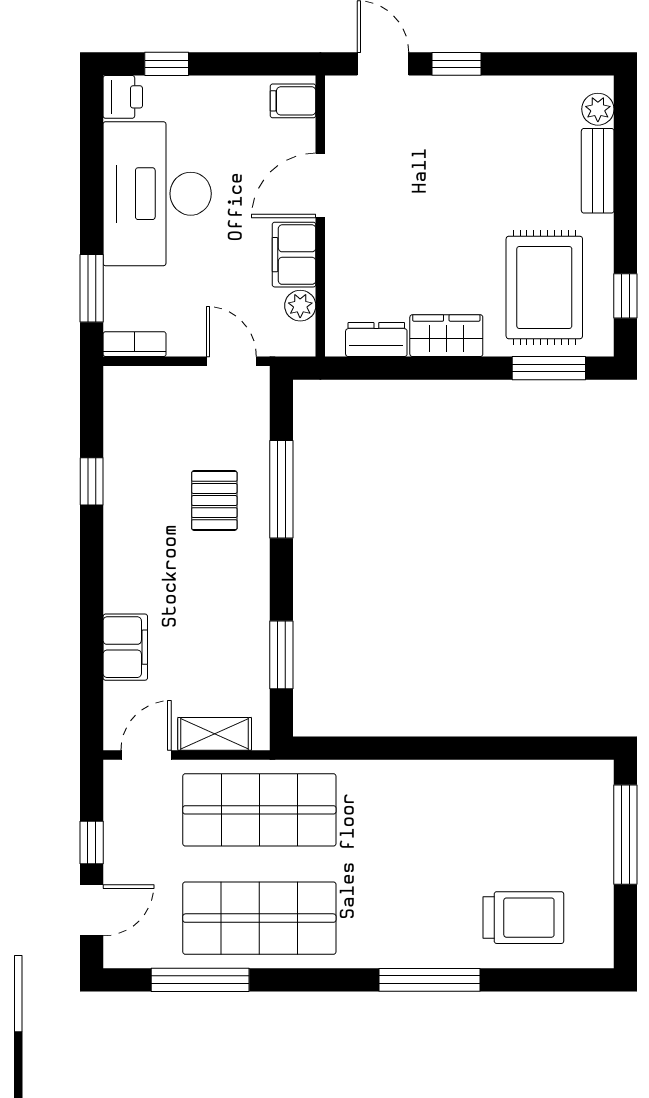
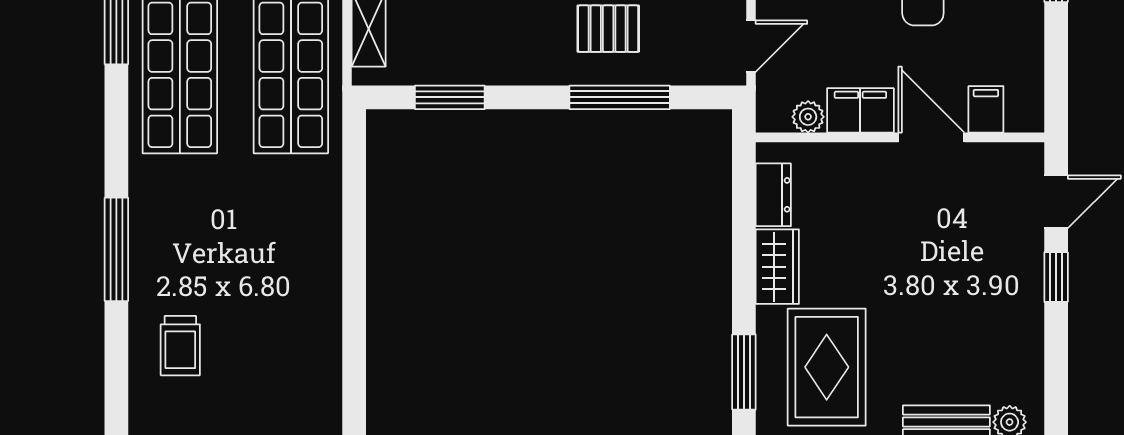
filing cabinet: (293, 101) -> (986, 109), moved
rug: (544, 287) -> (827, 367), turned 90
trolley: (523, 918) -> (180, 346), width x0.73, depth x0.72

